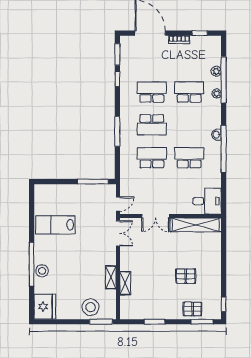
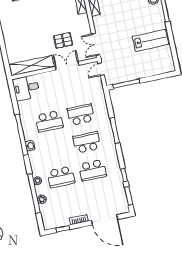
school desk: (152, 158) -> (81, 115), turned 180
pallet: (186, 276) -> (63, 40), moved

